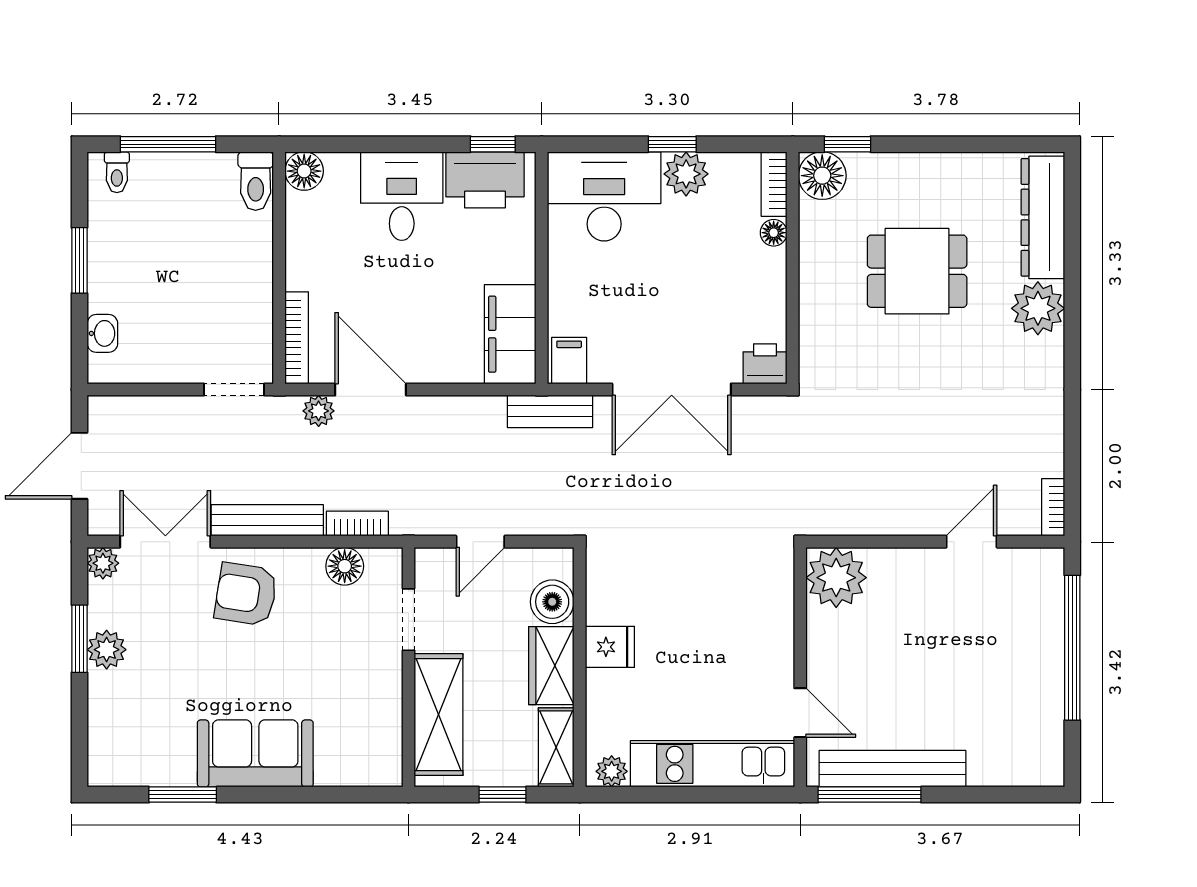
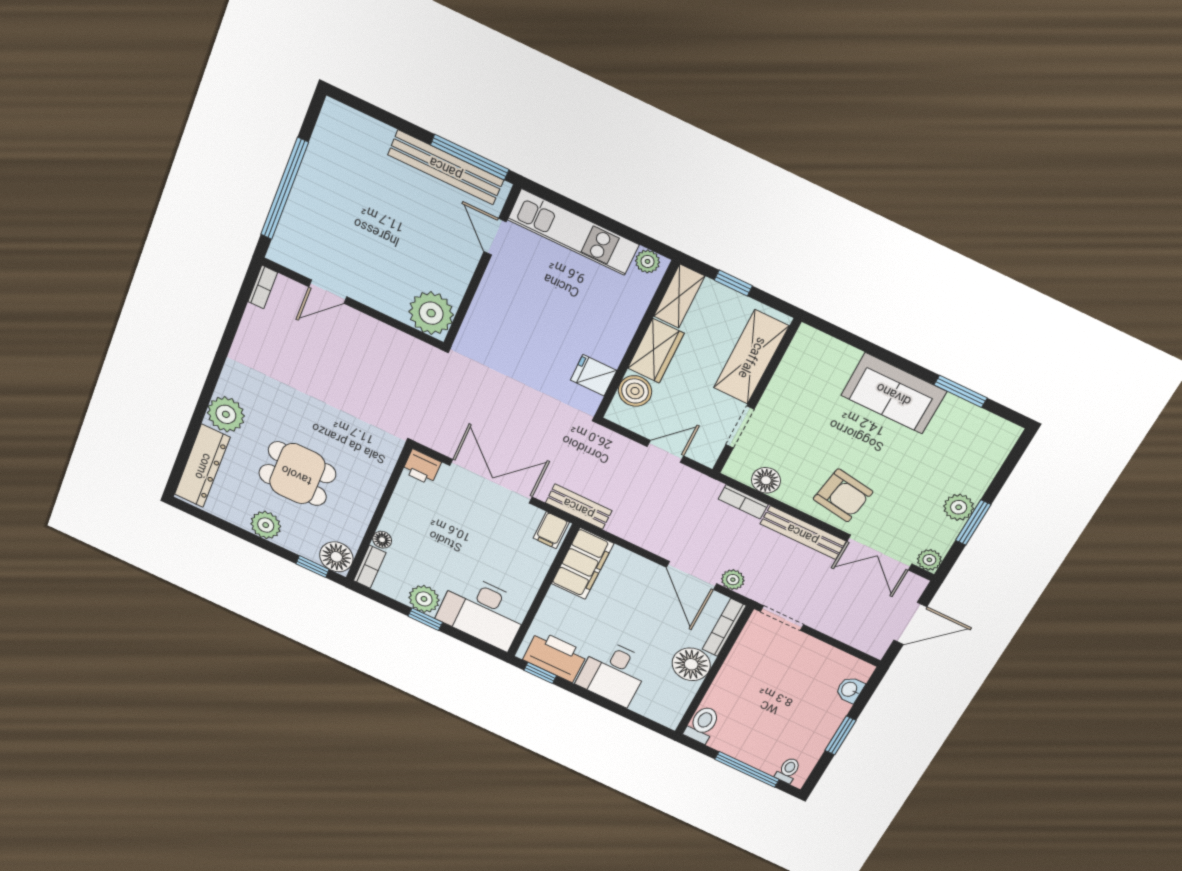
floor lamp: (304, 171) -> (691, 664), moved, width x1.38, depth x1.38
plant: (930, 174) -> (266, 525), added
fridge: (610, 647) -> (594, 375), moved

